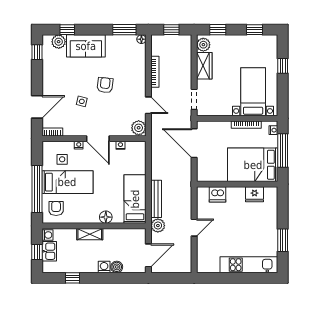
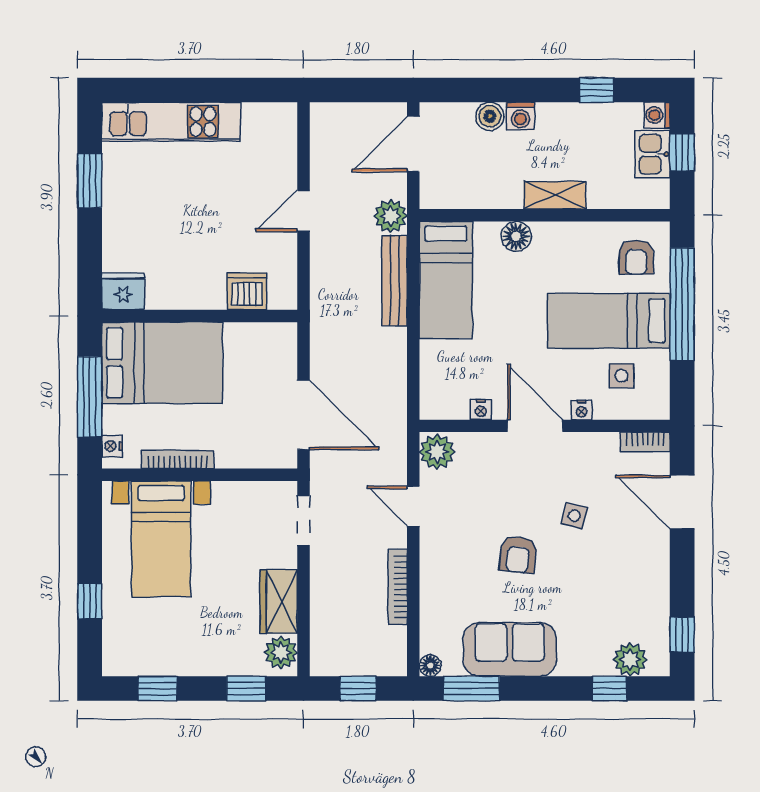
sofa: (86, 46) -> (510, 649), moved
door: (37, 107) -> (682, 502), hinge flipped
fridge: (255, 194) -> (123, 291), moved
washing machine: (47, 235) -> (657, 115), moved

